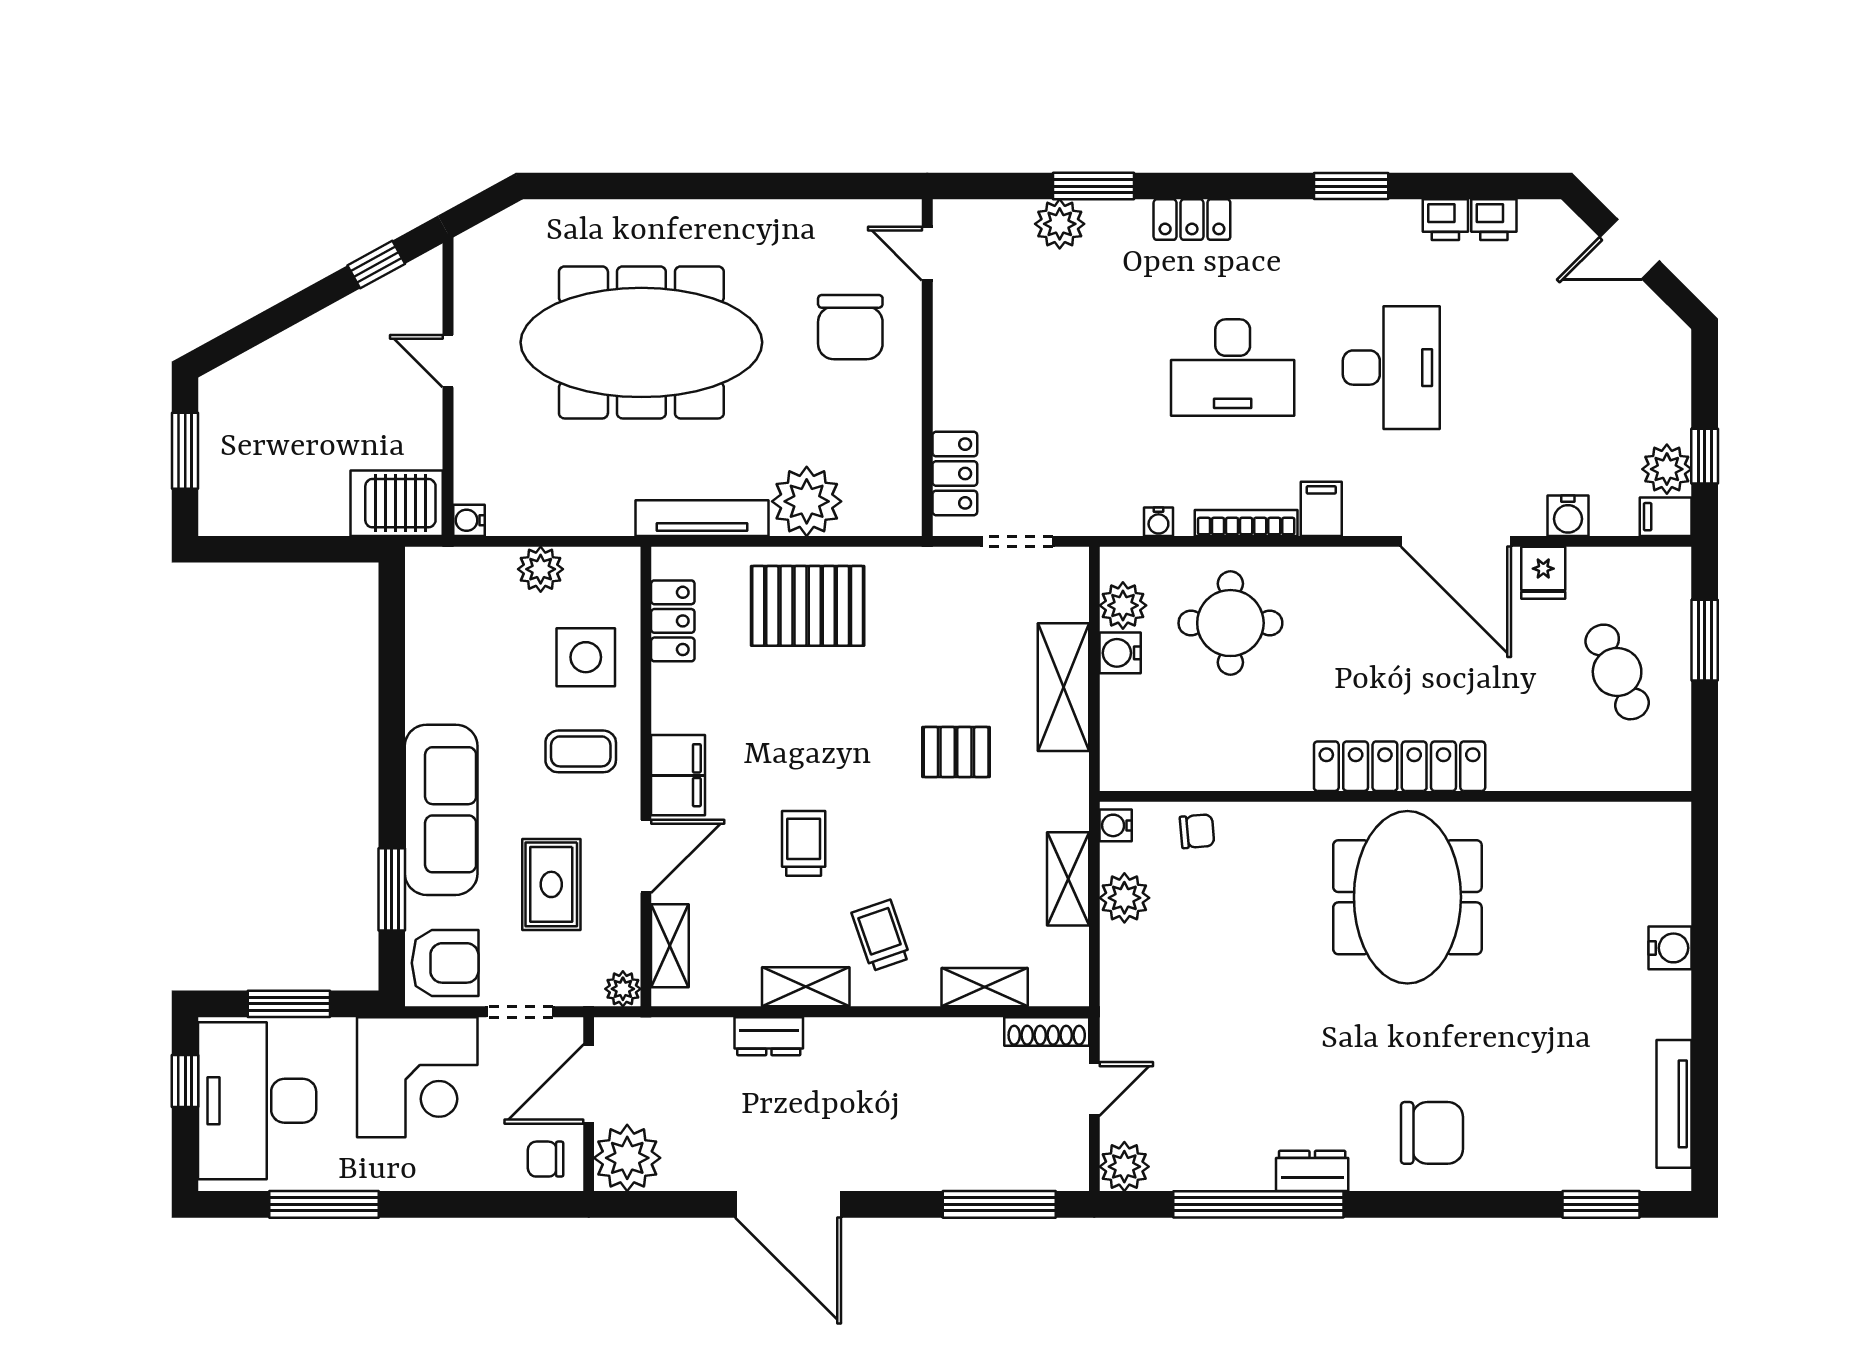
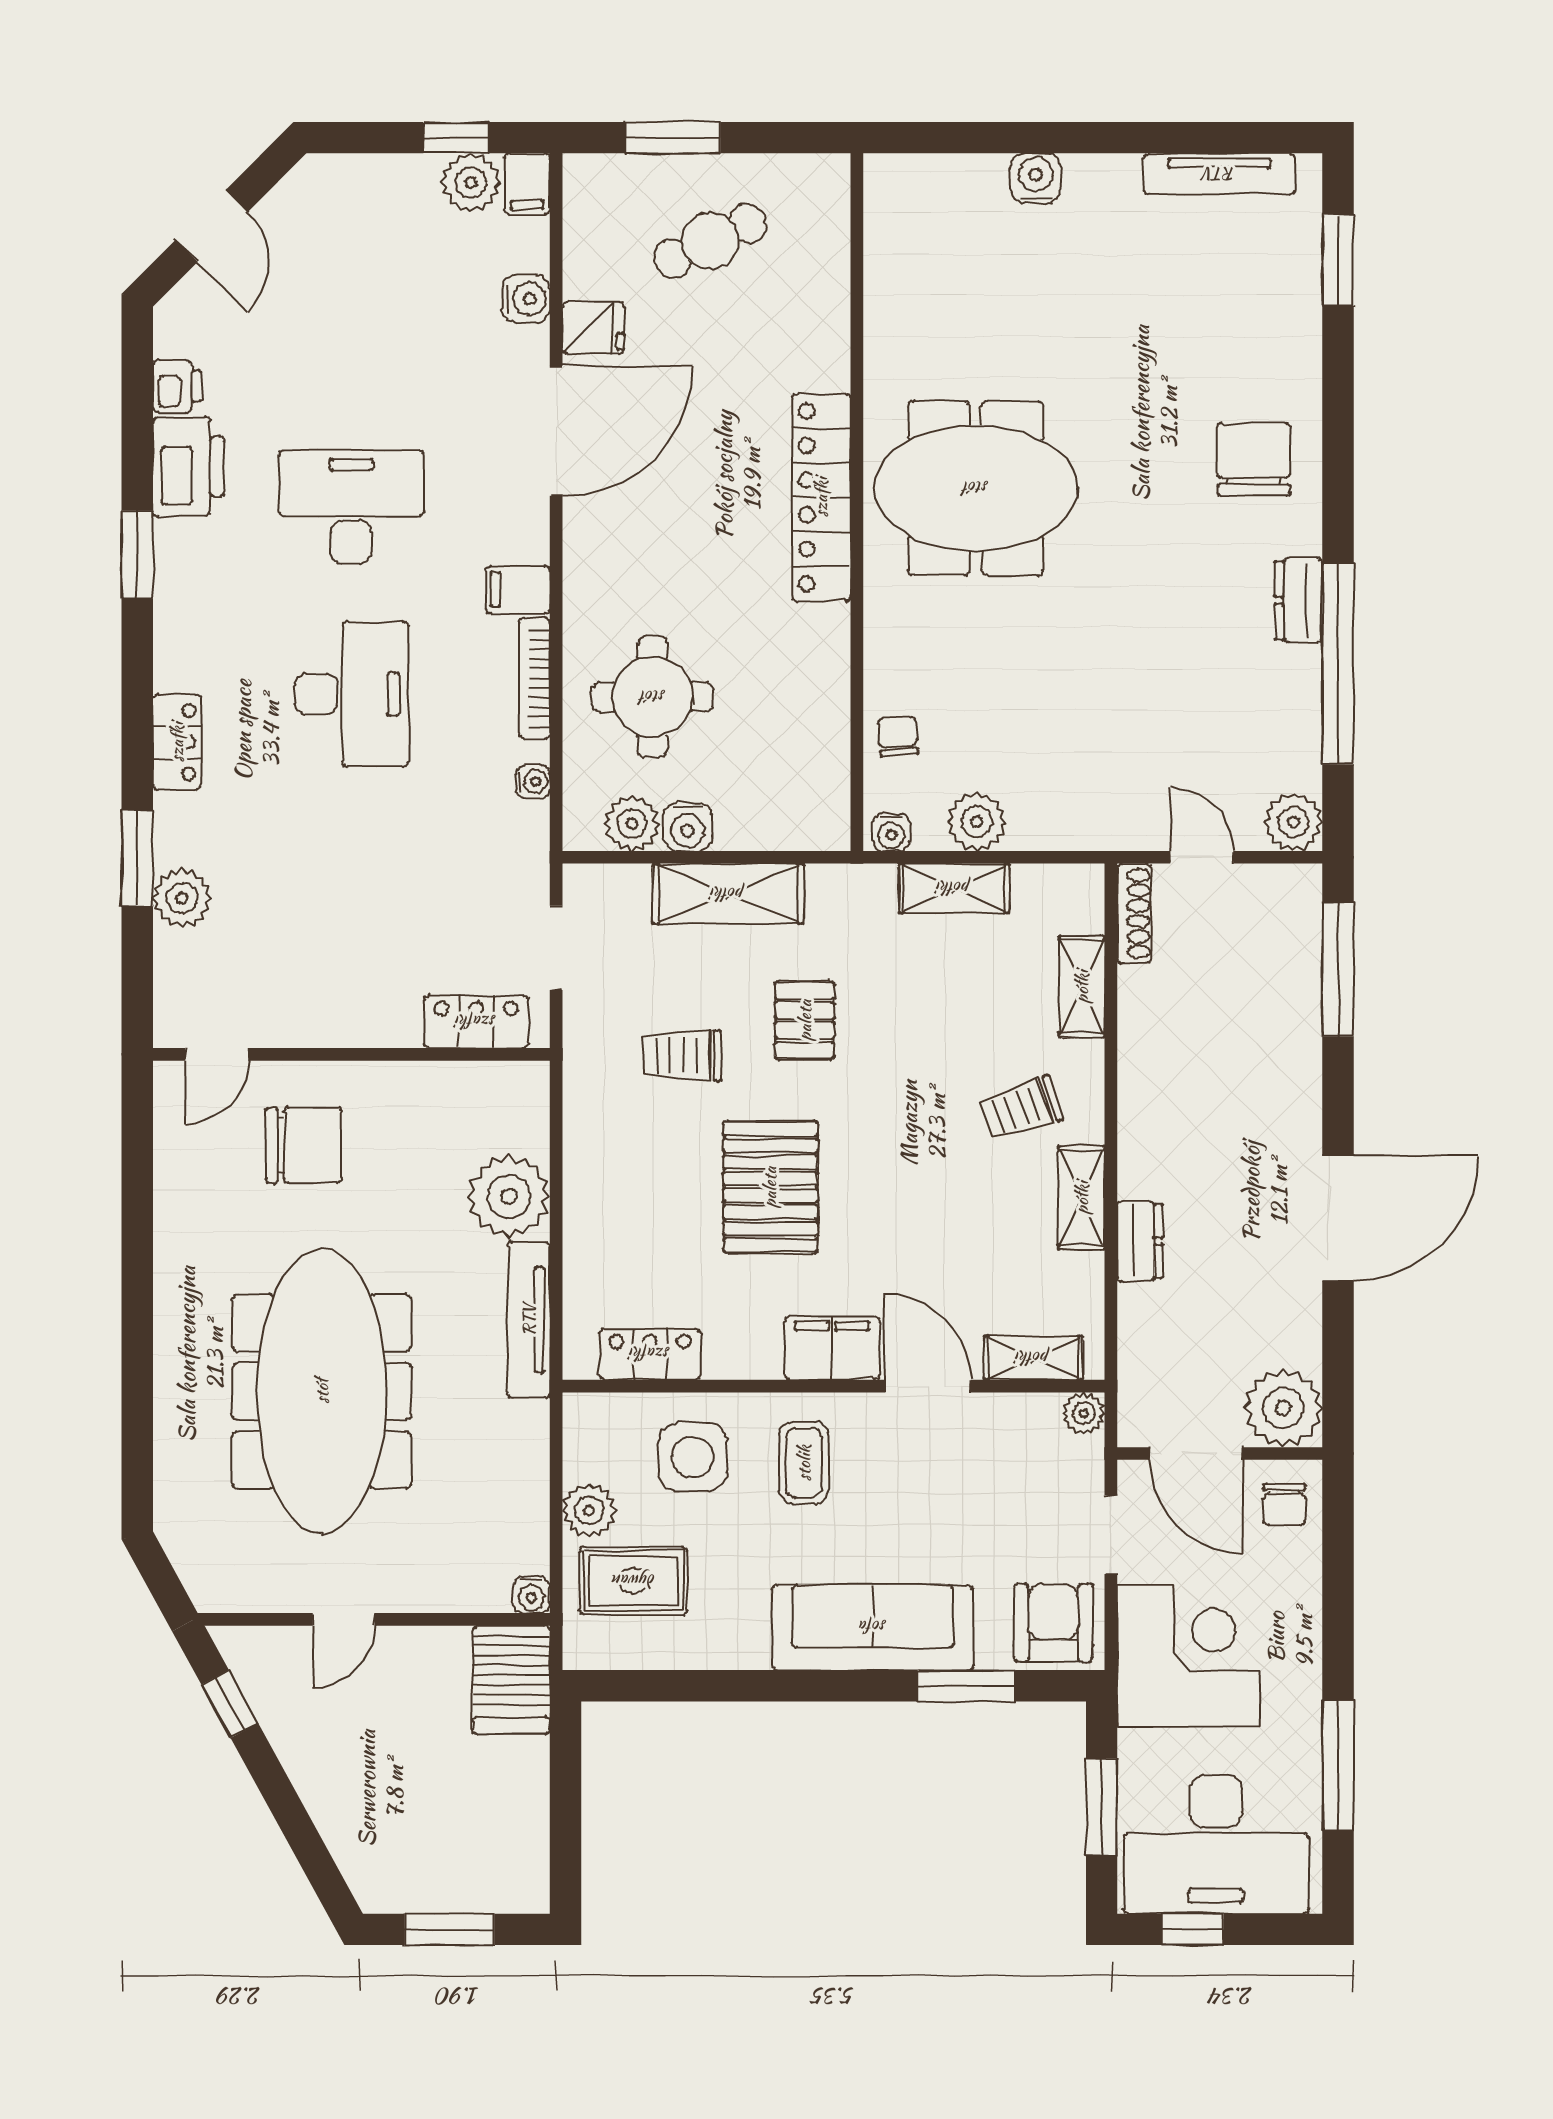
printer: (1445, 220) -> (189, 467), width x1.87, depth x1.48
pallet: (808, 606) -> (770, 1187), moved
trolley: (804, 843) -> (682, 1055), moved
rug: (551, 884) -> (634, 1581), moved

